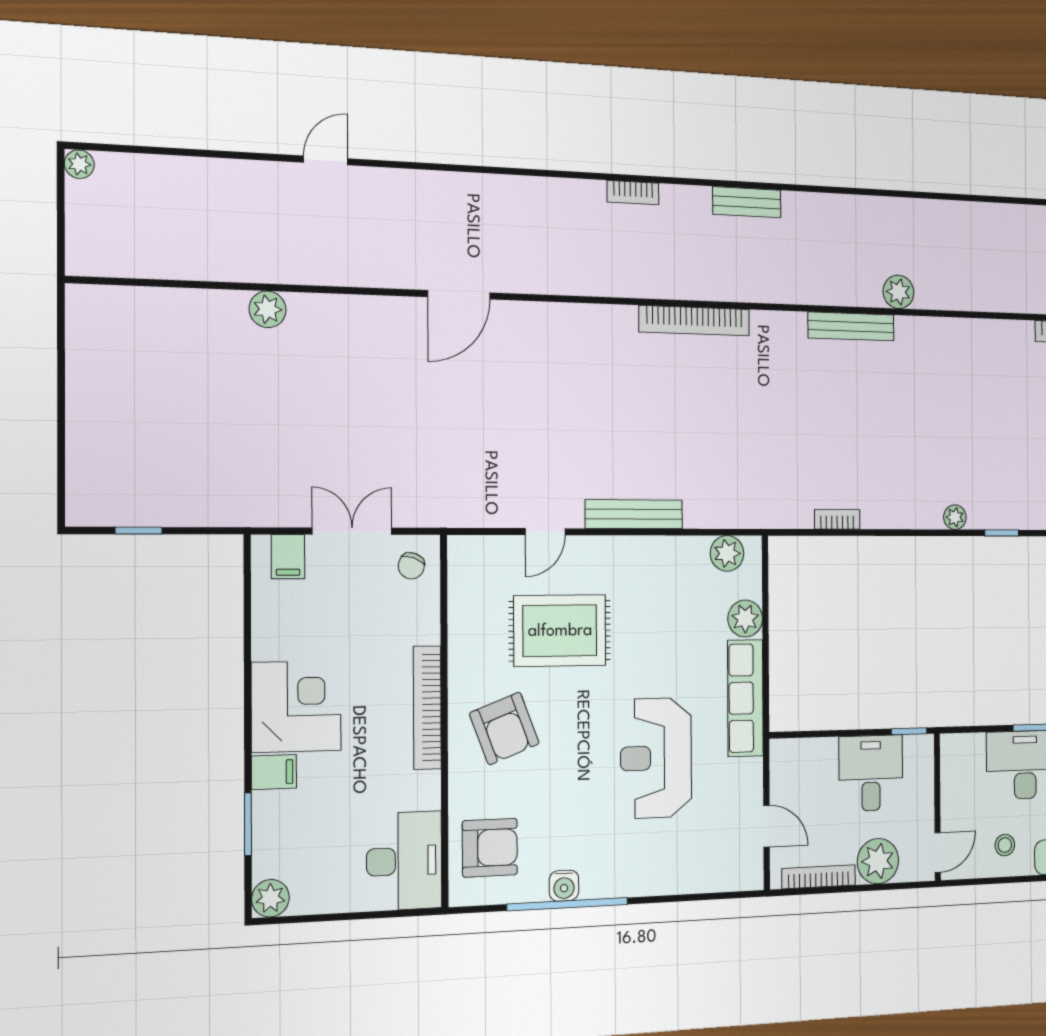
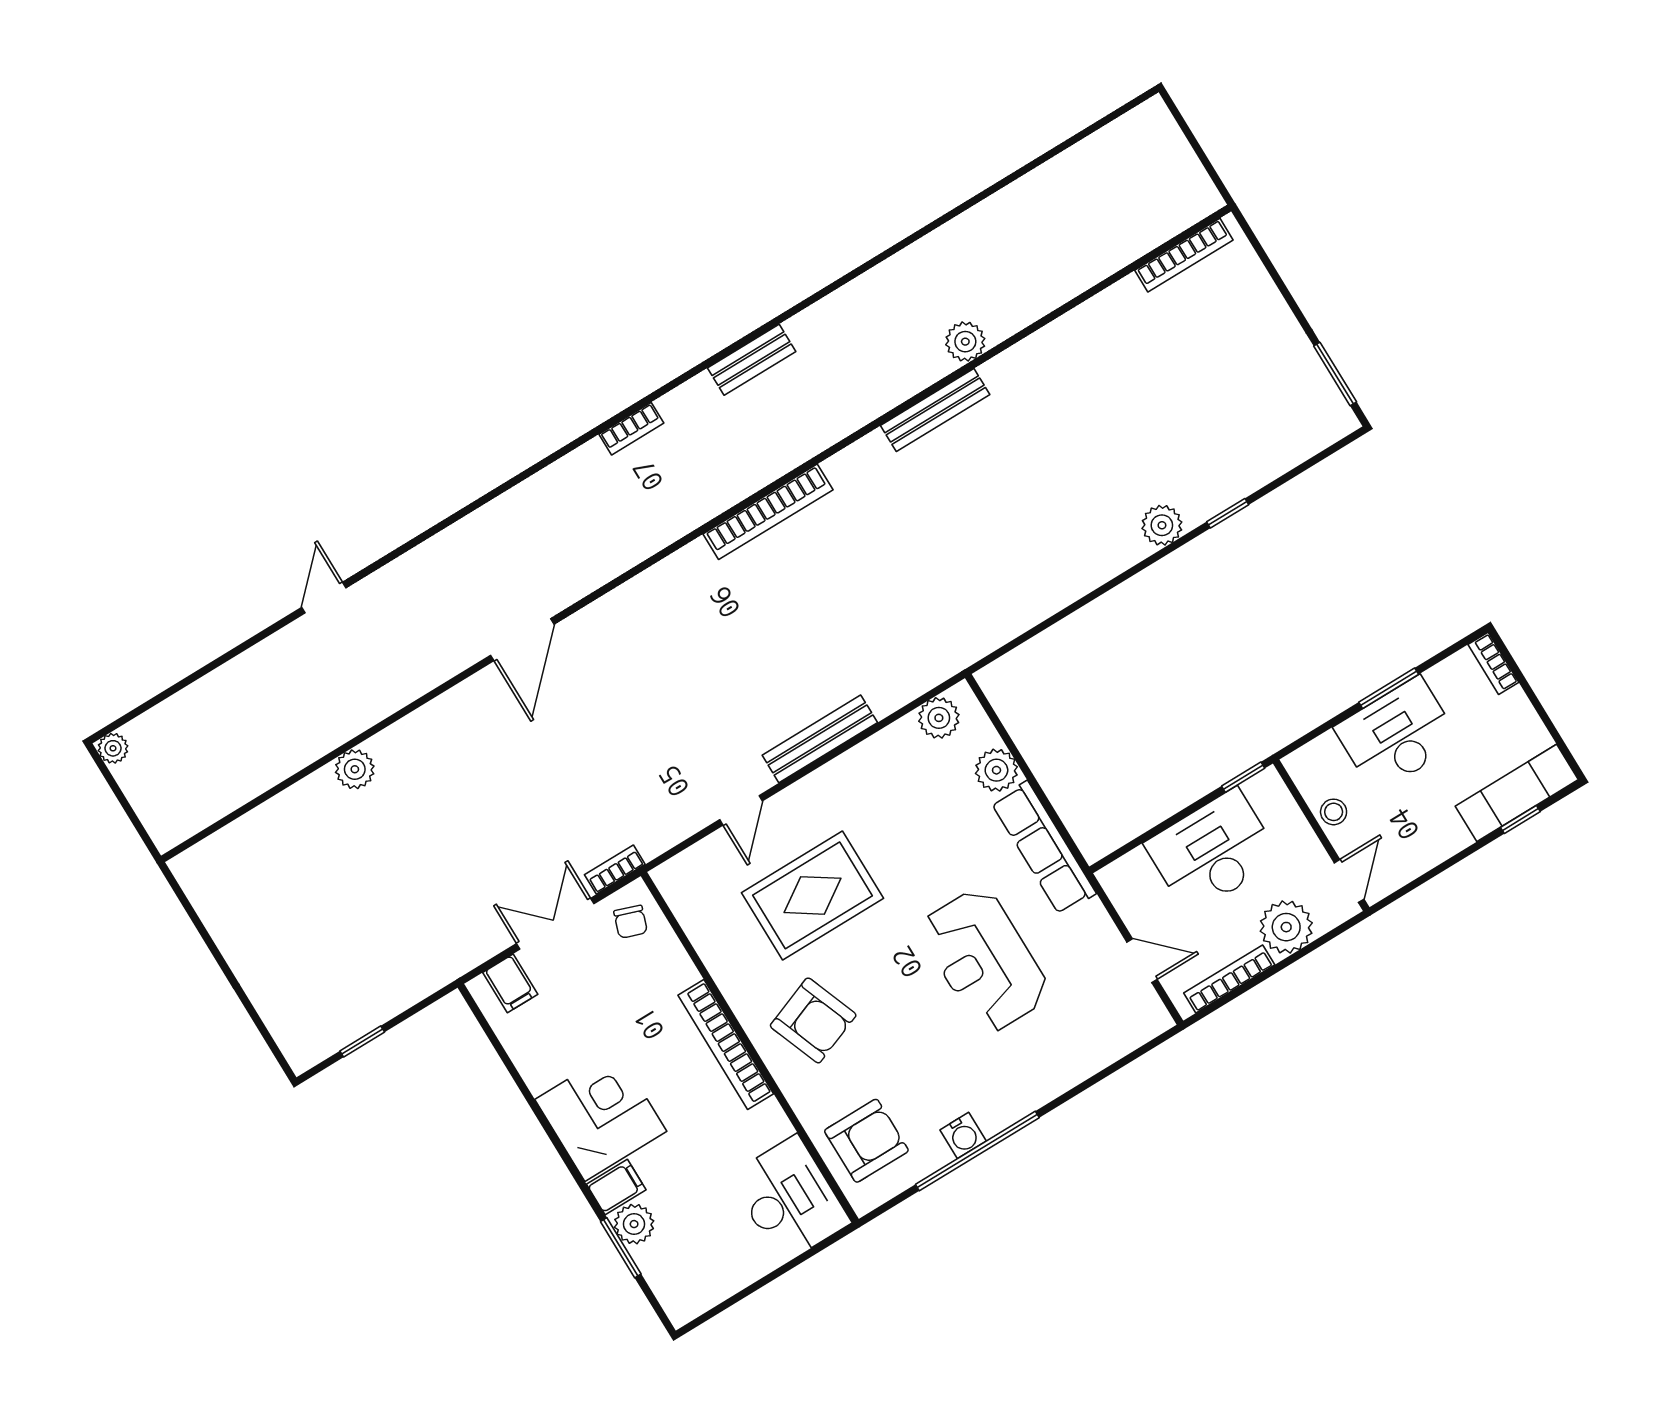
plant: (955, 517) -> (1162, 525), width x1.38, depth x1.38
bookcase: (837, 519) -> (615, 870), moved
desk: (871, 773) -> (1213, 851), width x1.37
stool: (1005, 845) -> (1334, 812), moved
plant: (270, 898) -> (634, 1224), moved

